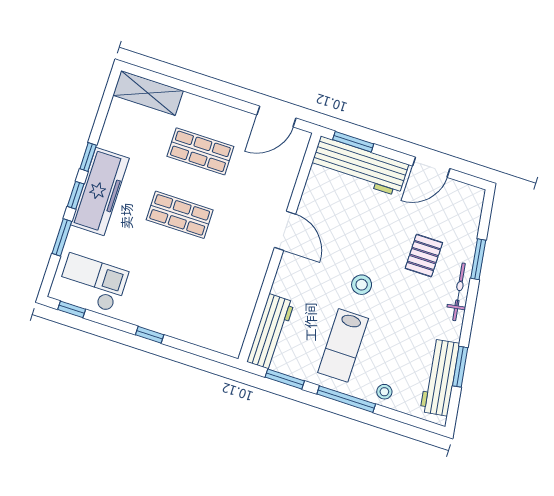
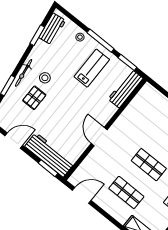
stool: (362, 285) -> (45, 78), moved
workbench: (440, 377) -> (52, 29), width x0.73

